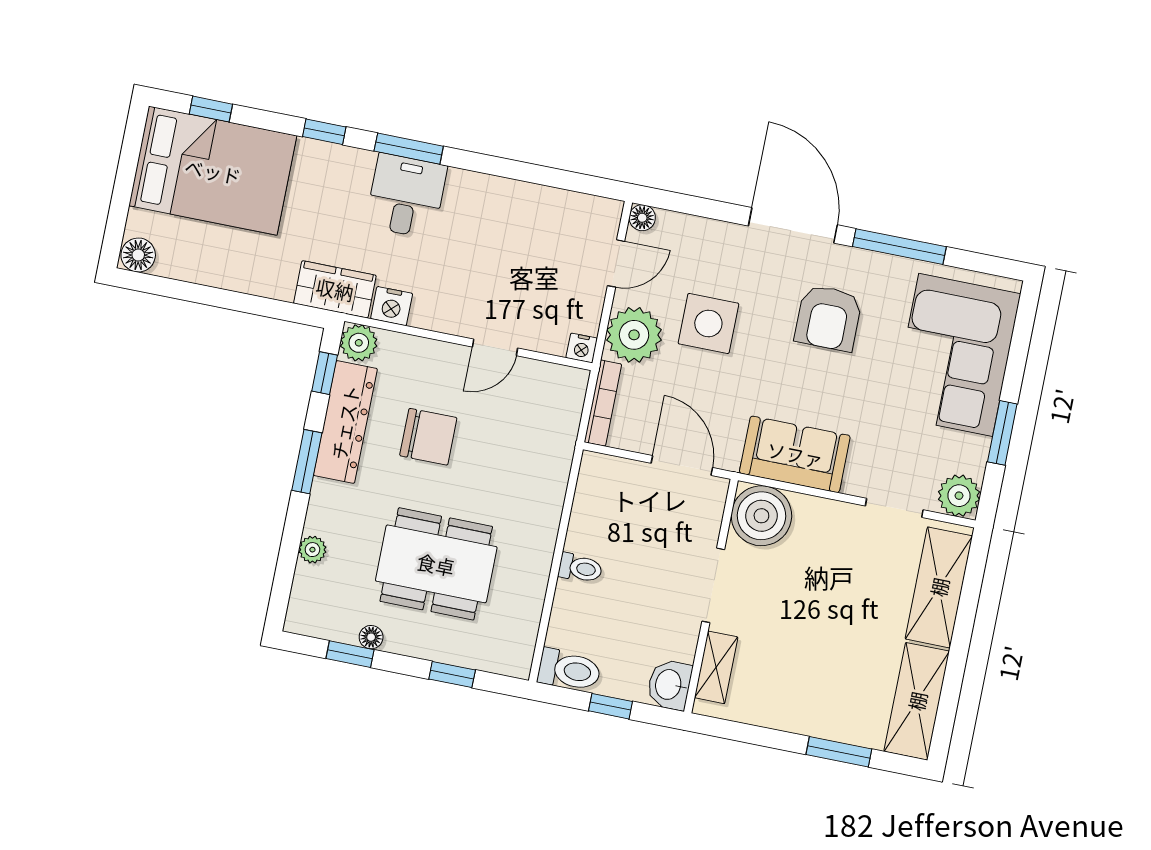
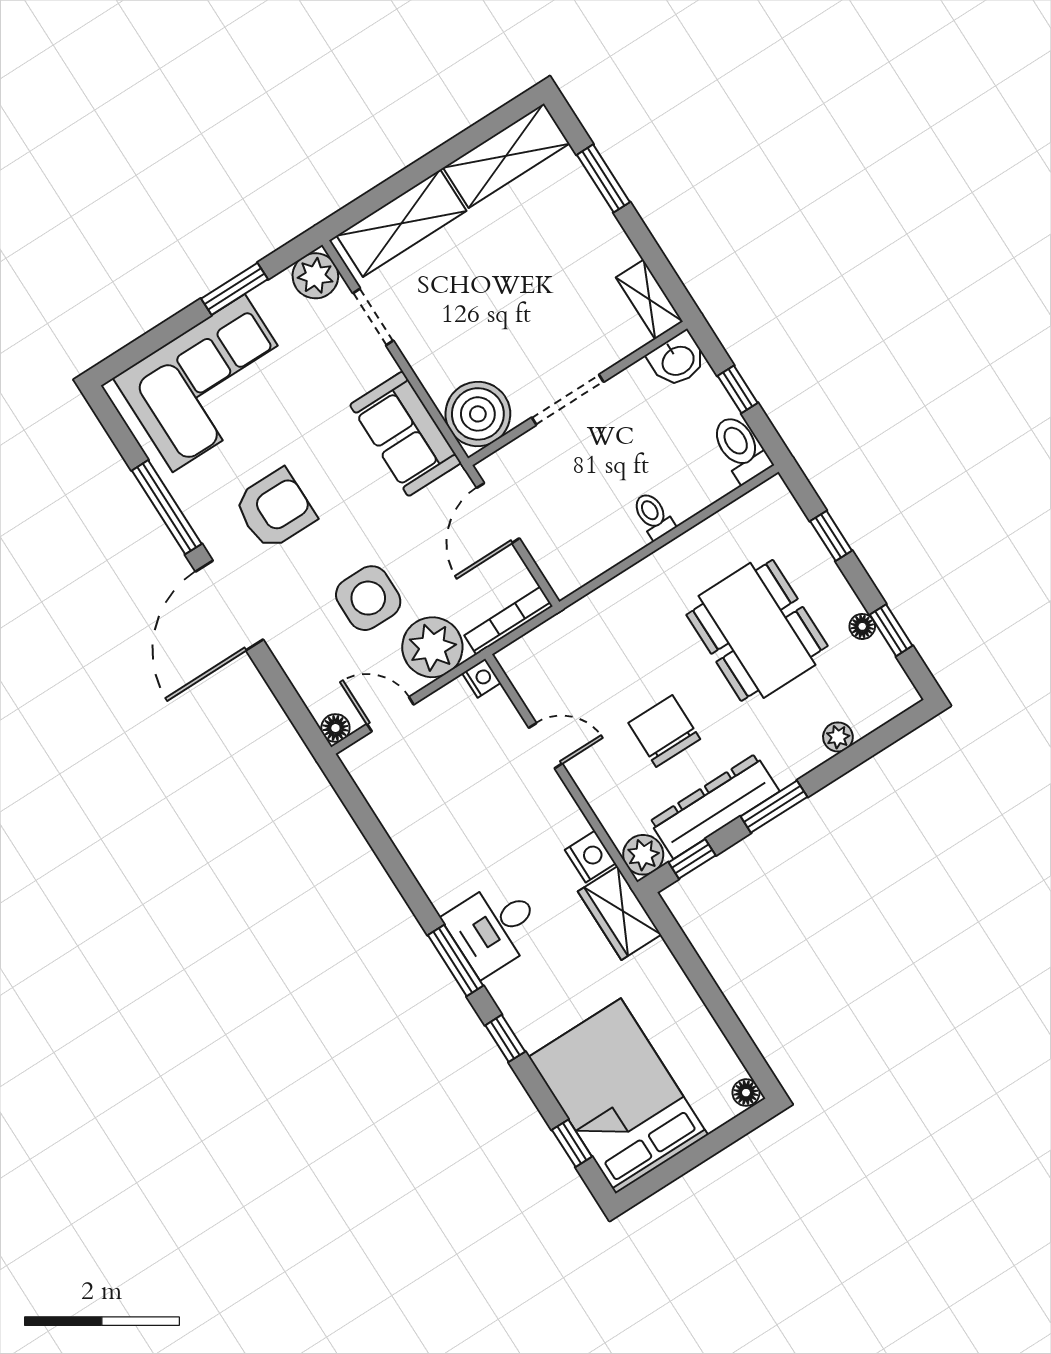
floor lamp: (138, 255) -> (746, 1093), width x0.73, depth x0.73
shelving: (716, 667) -> (649, 300), moved, turned 90

